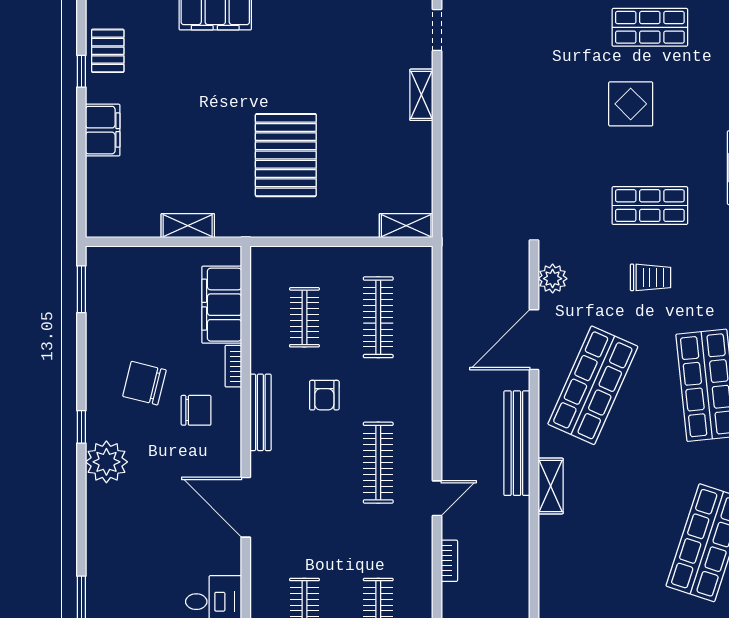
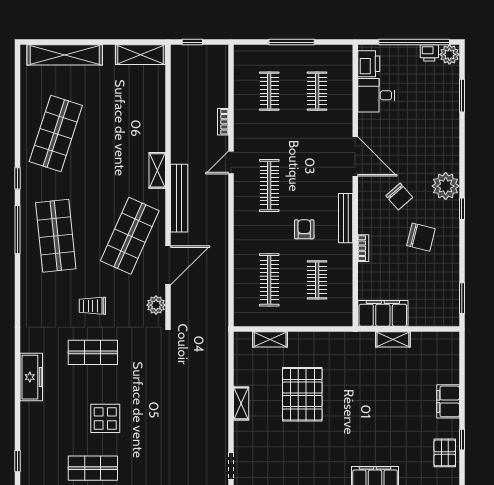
shelving: (421, 95) -> (241, 403), moved
pallet: (286, 155) -> (302, 394), moved
shelving: (406, 226) -> (270, 339), moved
filing cabinet: (222, 305) -> (383, 313), moved, turned -90
chair: (196, 410) -> (399, 197), moved, turned -131

